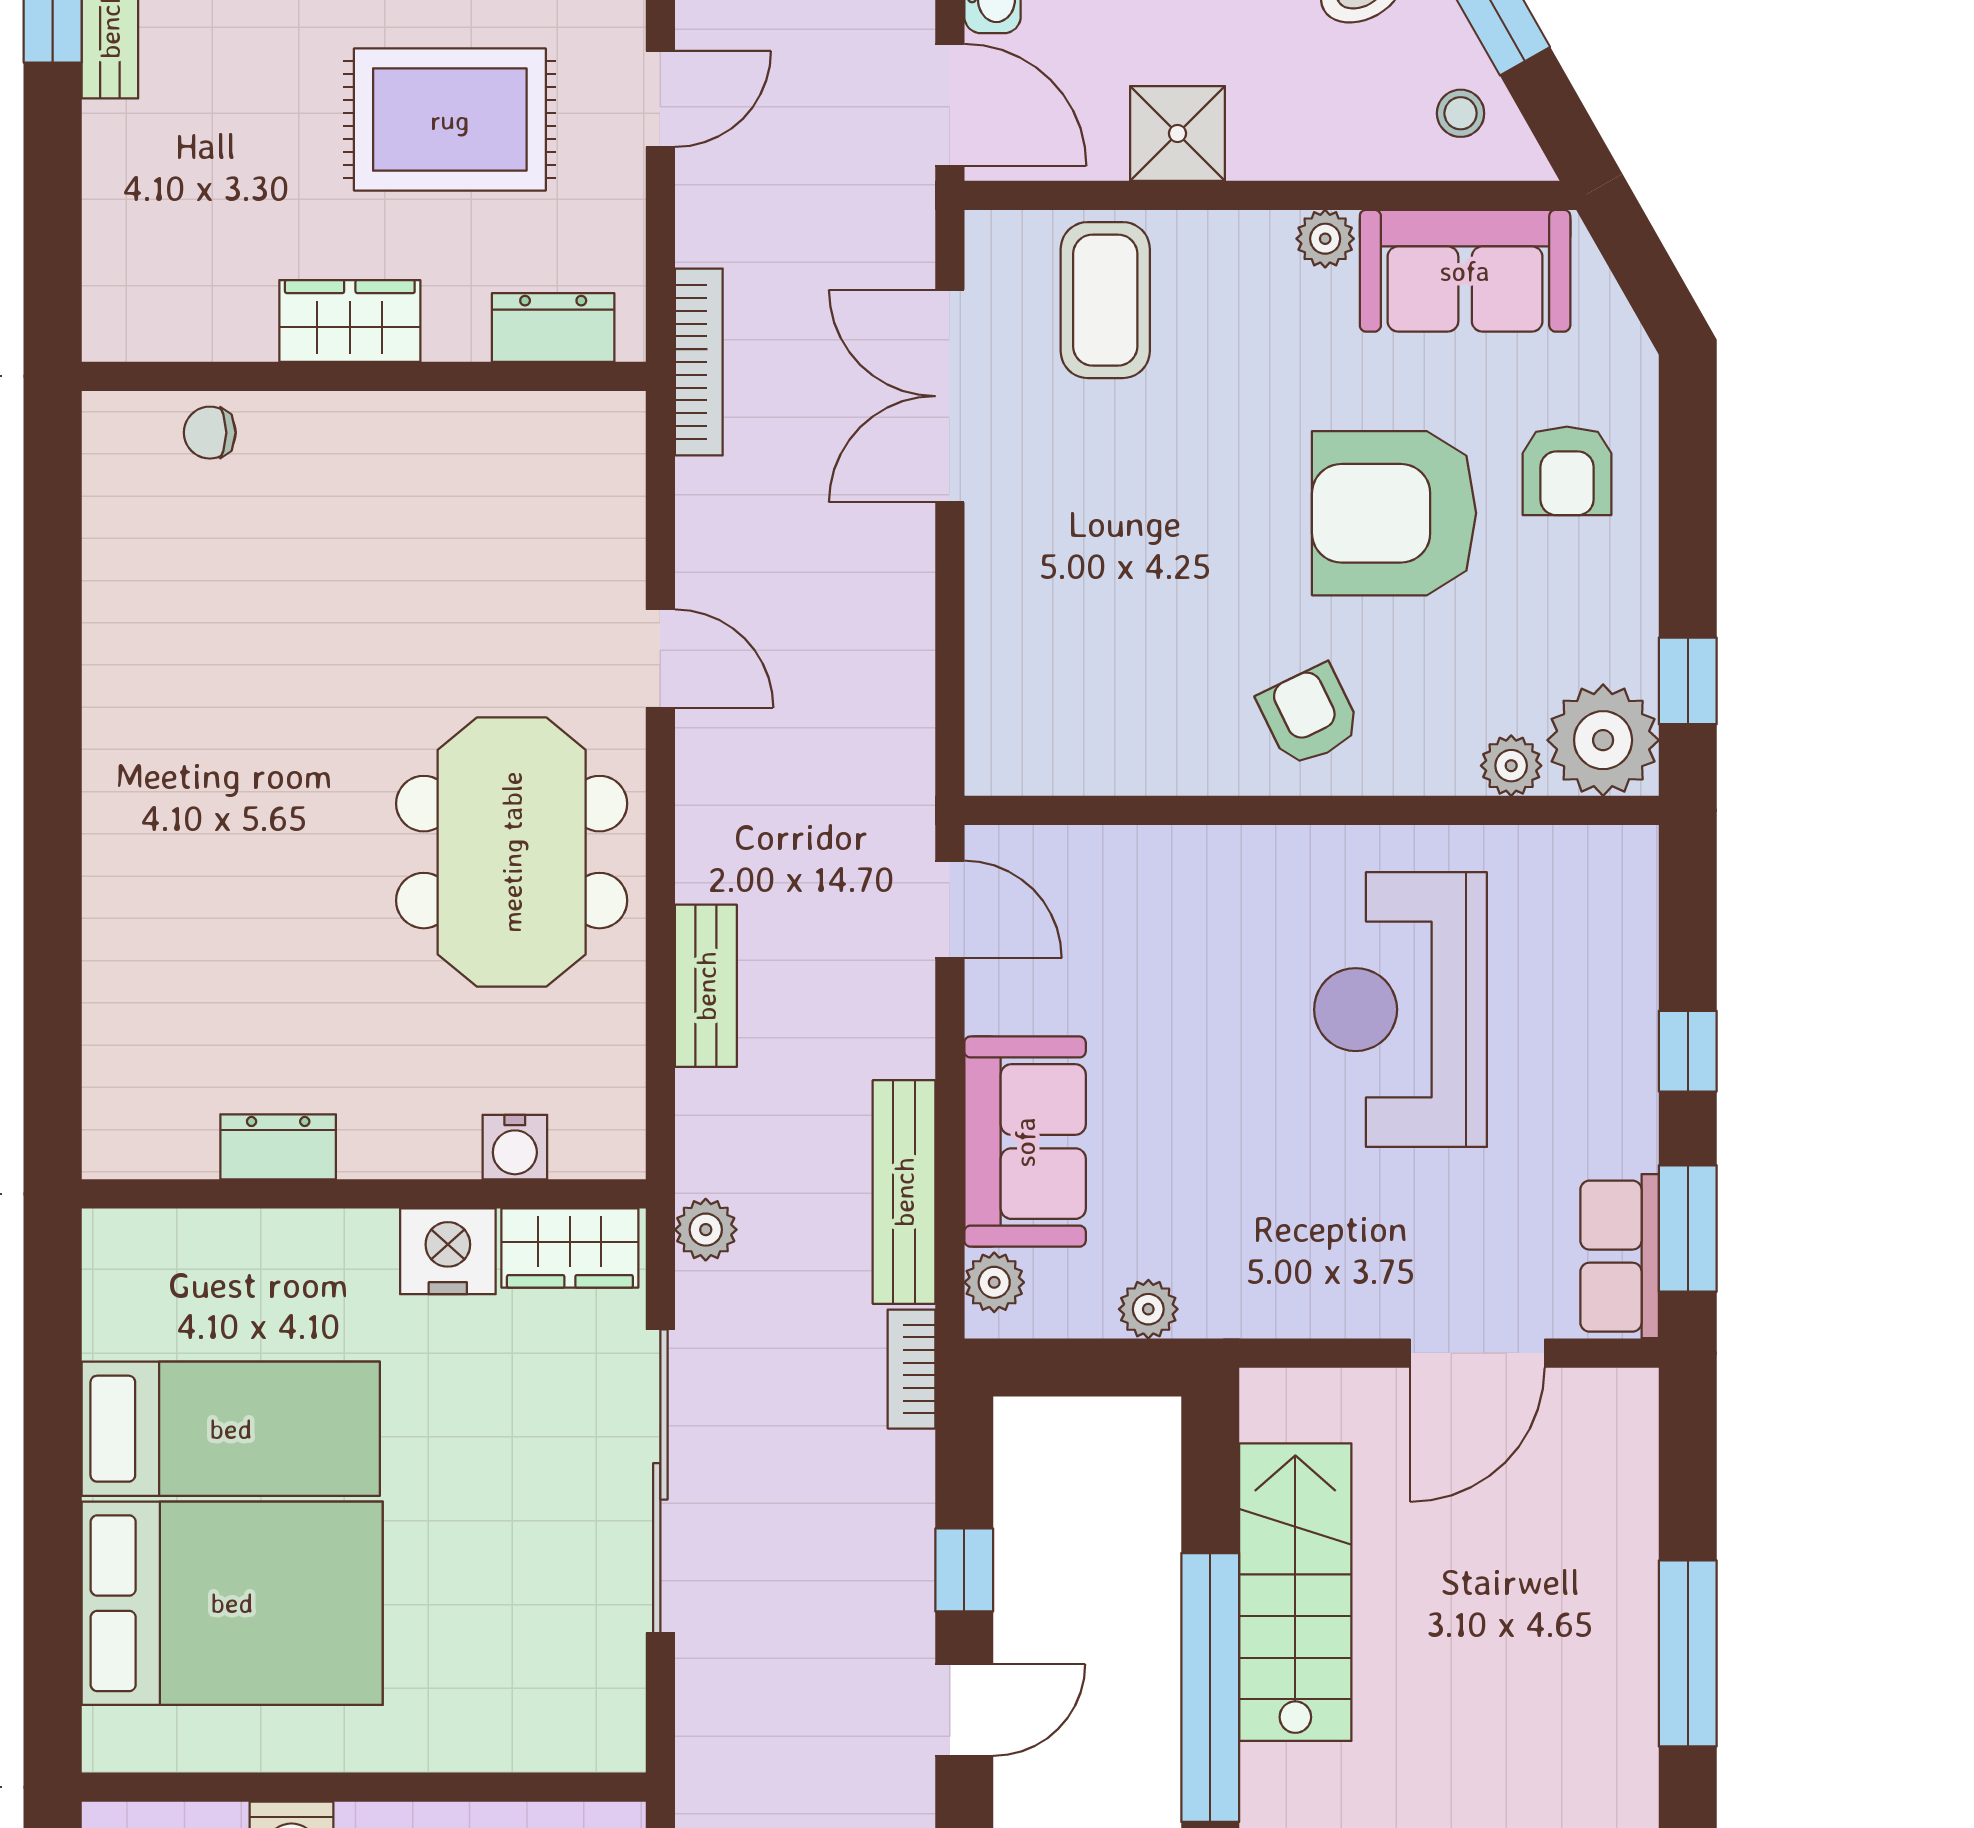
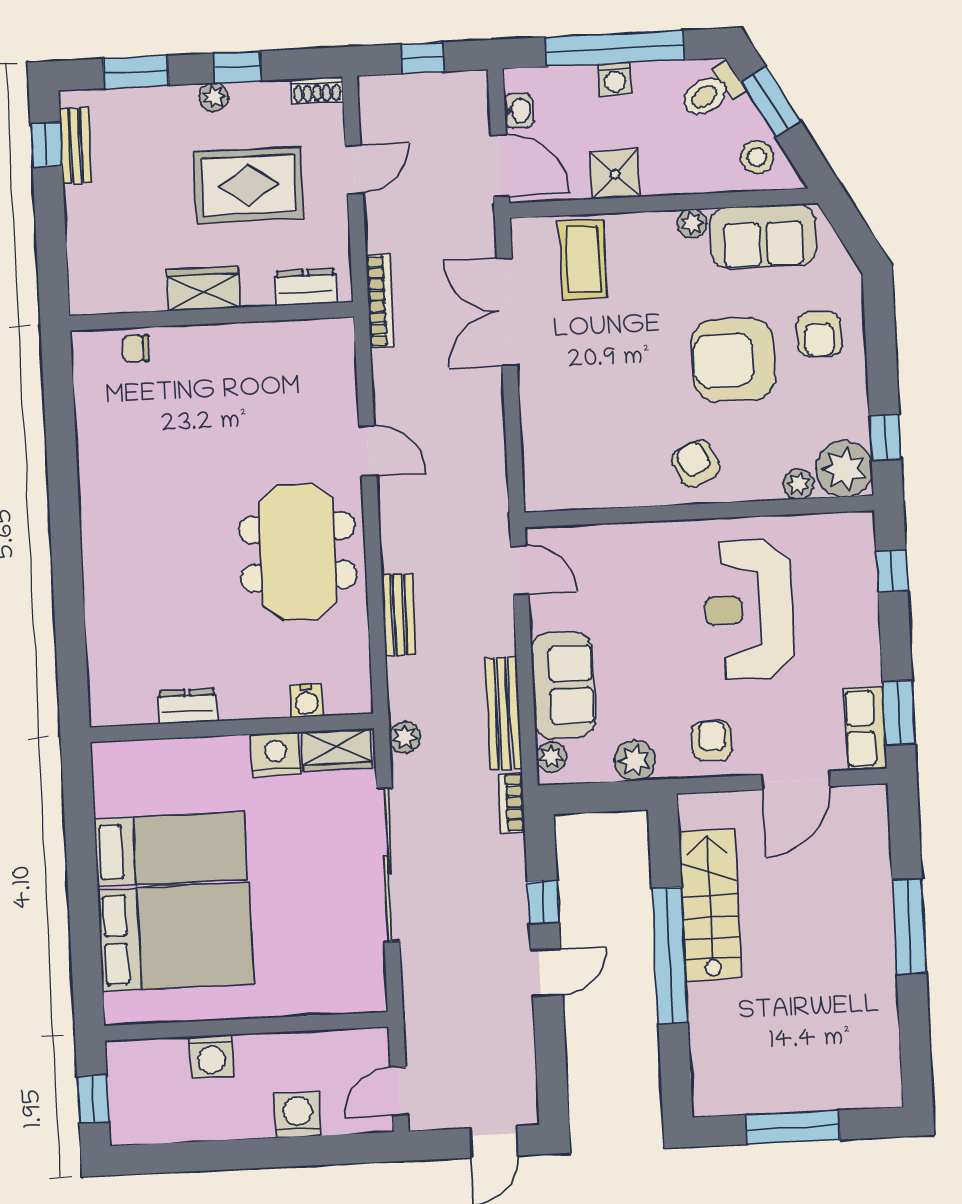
stool: (1461, 113) -> (757, 157), width x1.37, depth x1.37
window: (1688, 1051) -> (892, 571), moved
armchair: (1314, 1266) -> (712, 741), added
plant: (1148, 1309) -> (635, 761), width x1.38, depth x1.38

